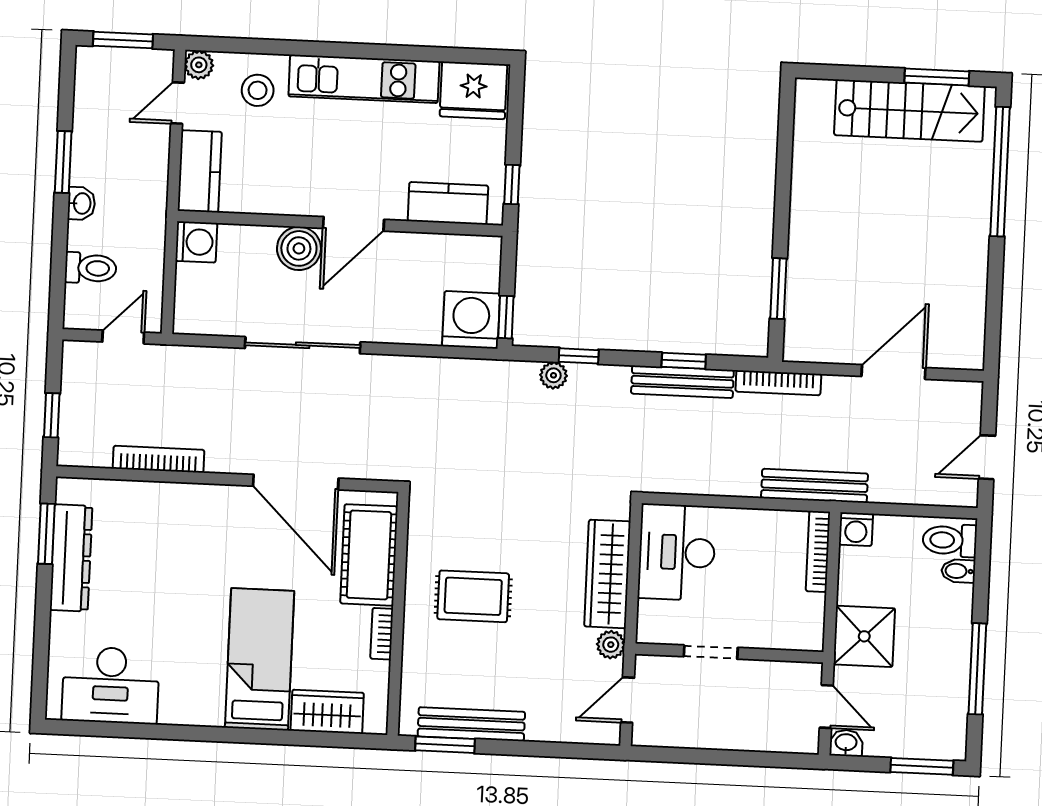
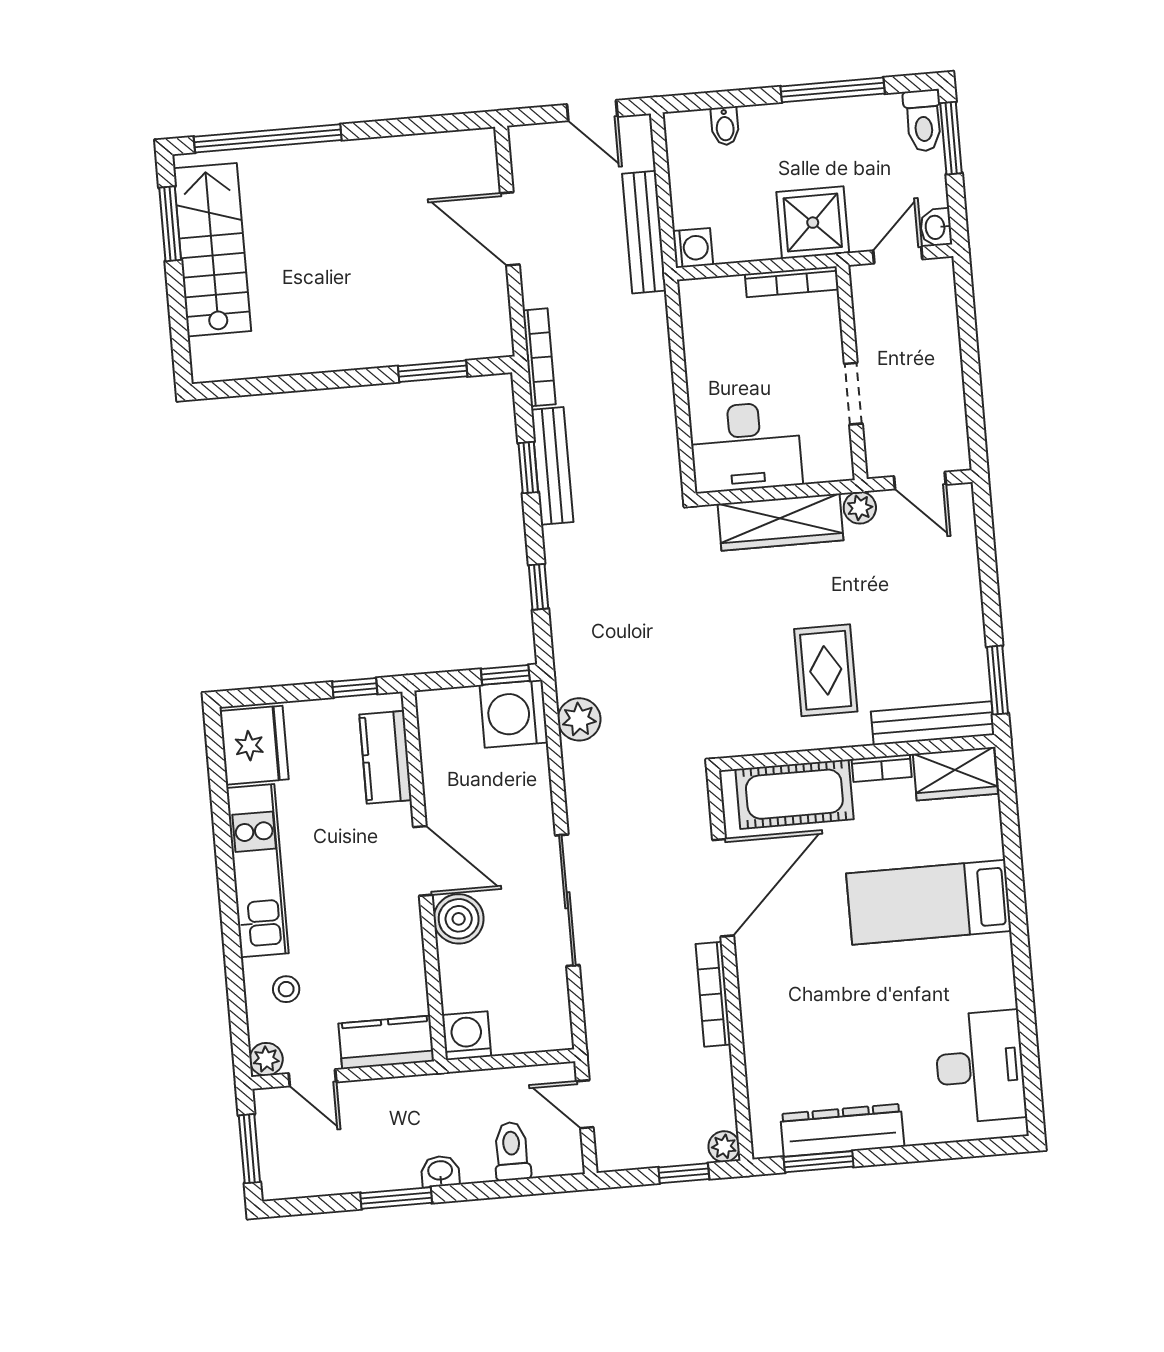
stool: (258, 90) -> (286, 989), width x0.73, depth x0.73
plant: (553, 375) -> (579, 719), moved, width x1.38, depth x1.38
plant: (70, 453) -> (724, 1147), added
bookcase: (158, 459) -> (713, 994), moved
bench: (814, 486) -> (644, 232), moved
toilet: (950, 540) -> (923, 120), moved
bookcase: (818, 551) -> (792, 282), moved
wardrobe: (327, 712) -> (955, 774), moved, turned -90
bench: (471, 724) -> (933, 723), moved, turned 90

